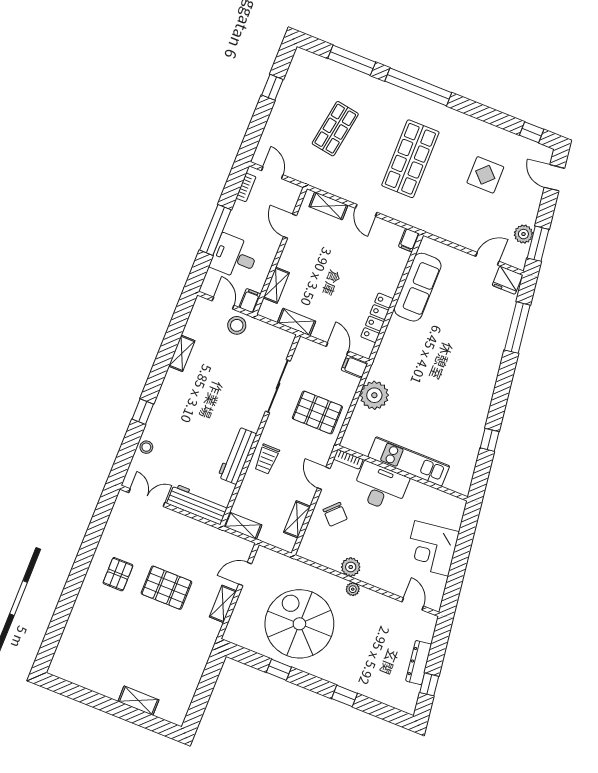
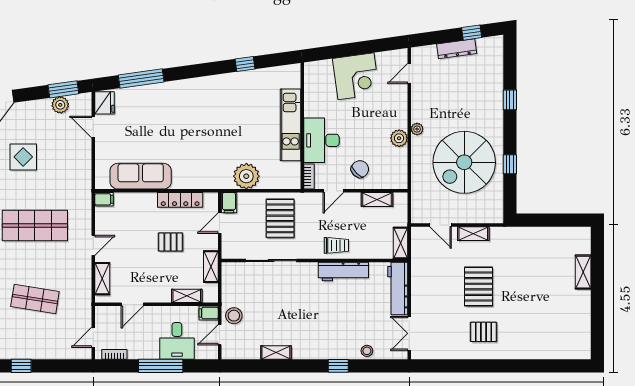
pallet: (338, 291) -> (171, 242), added

